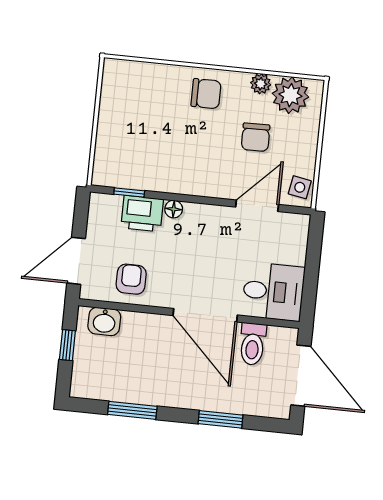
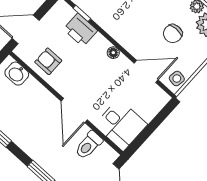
floor lamp: (174, 209) -> (113, 53), moved
armchair: (131, 279) -> (48, 61), turned -90
door: (205, 315) -> (74, 111), width x0.73

